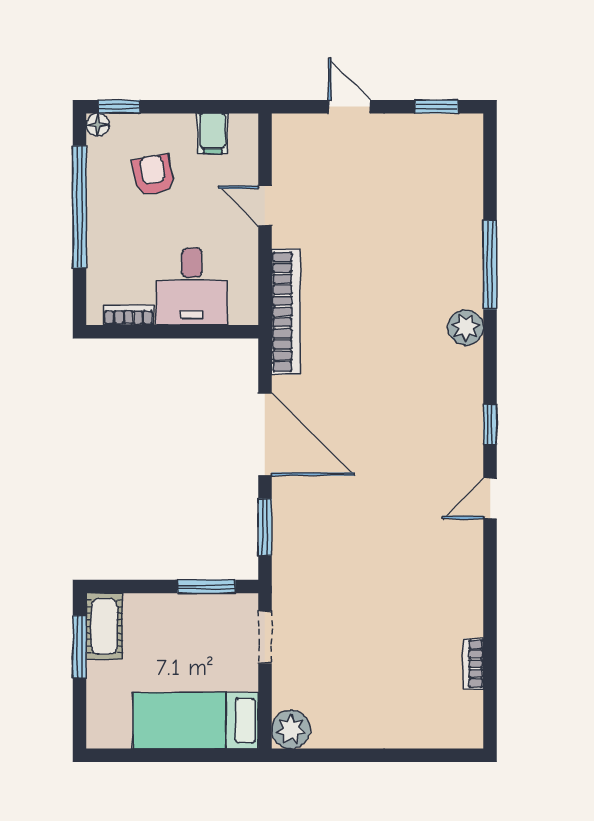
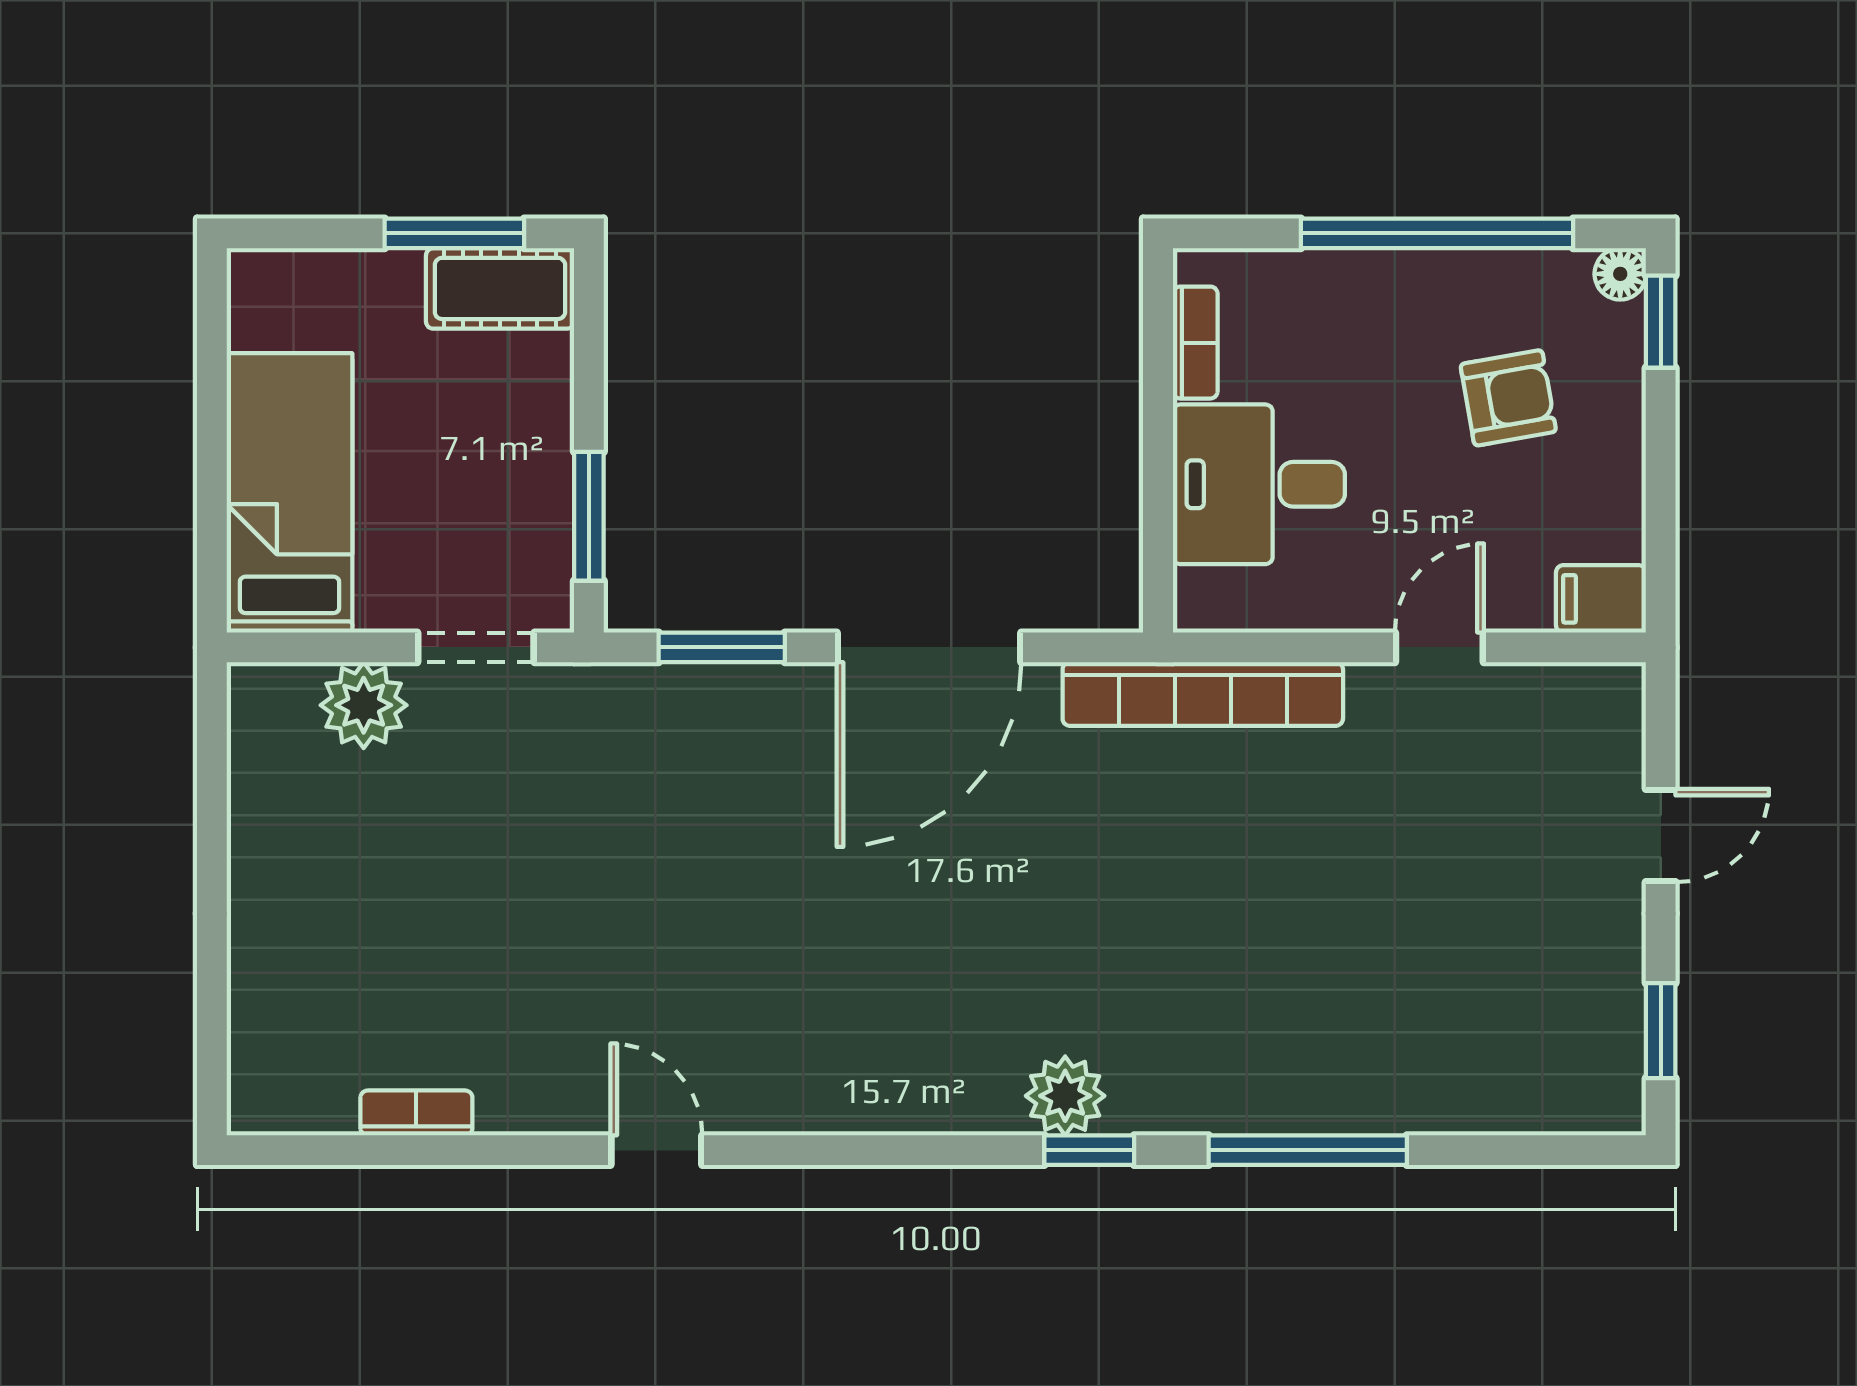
filing cabinet: (213, 133) -> (1601, 599), moved
plant: (466, 327) -> (1065, 1096), moved
window: (490, 424) -> (1089, 1150), moved
door: (490, 498) -> (656, 1150), moved
plant: (291, 729) -> (364, 705), moved

